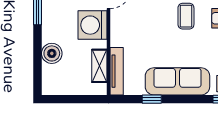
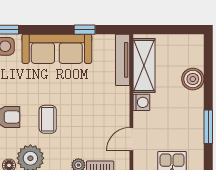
washing machine: (92, 25) -> (141, 102), width x0.53, depth x0.53
shelving: (99, 66) -> (144, 65), width x1.50, depth x1.33

